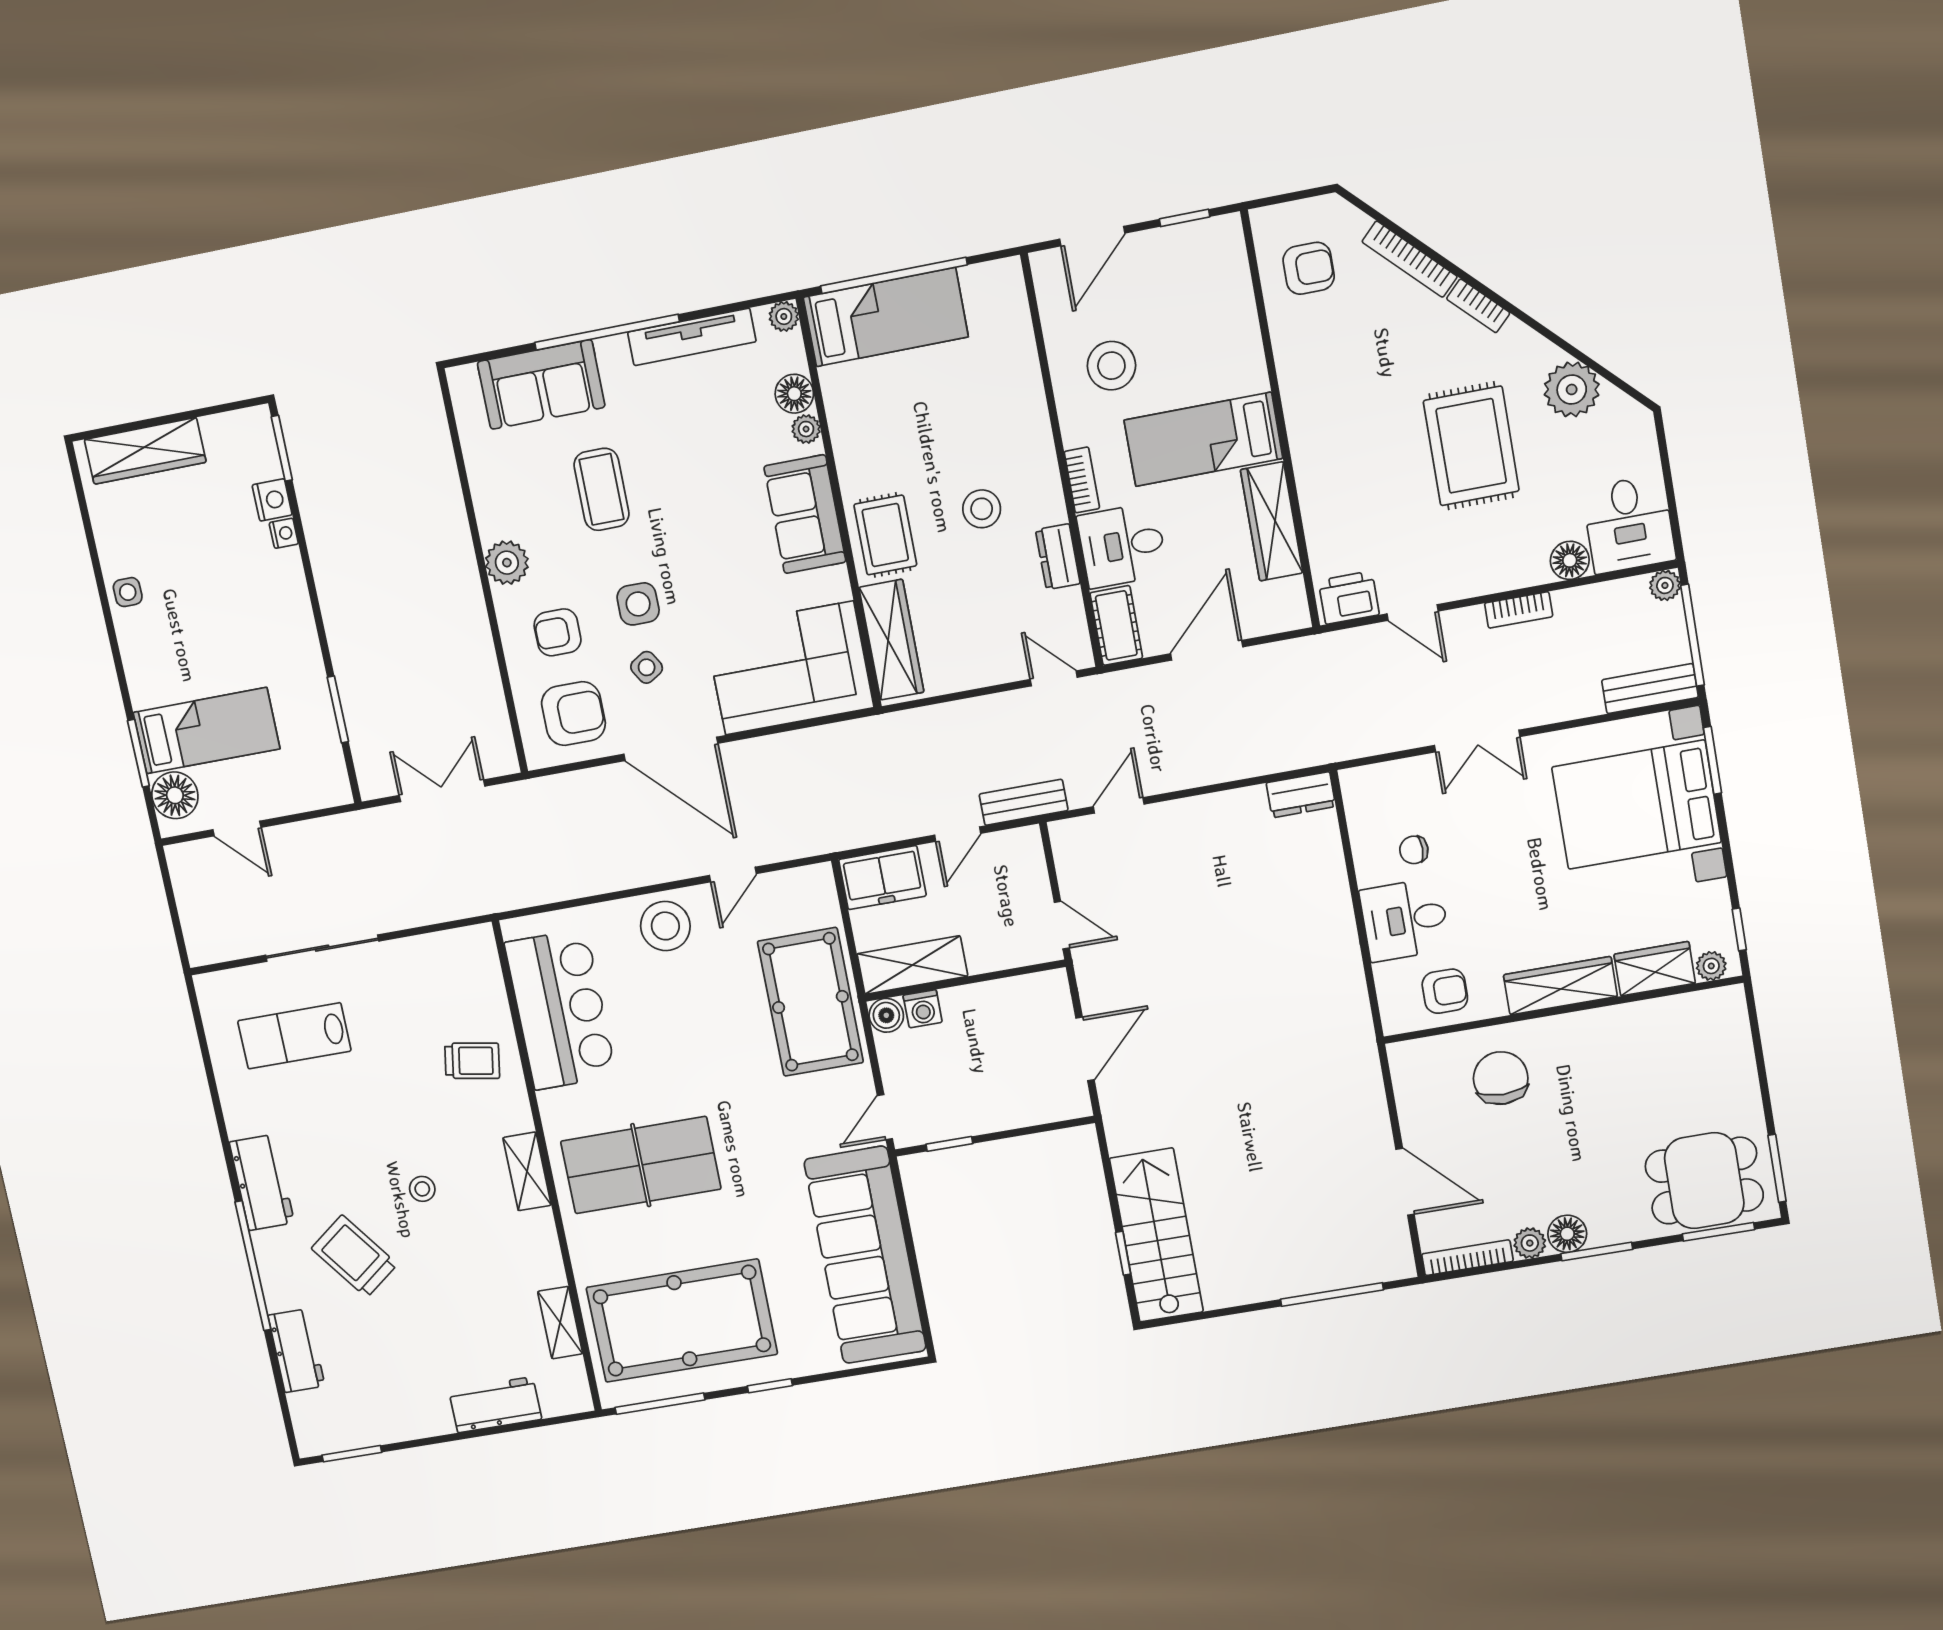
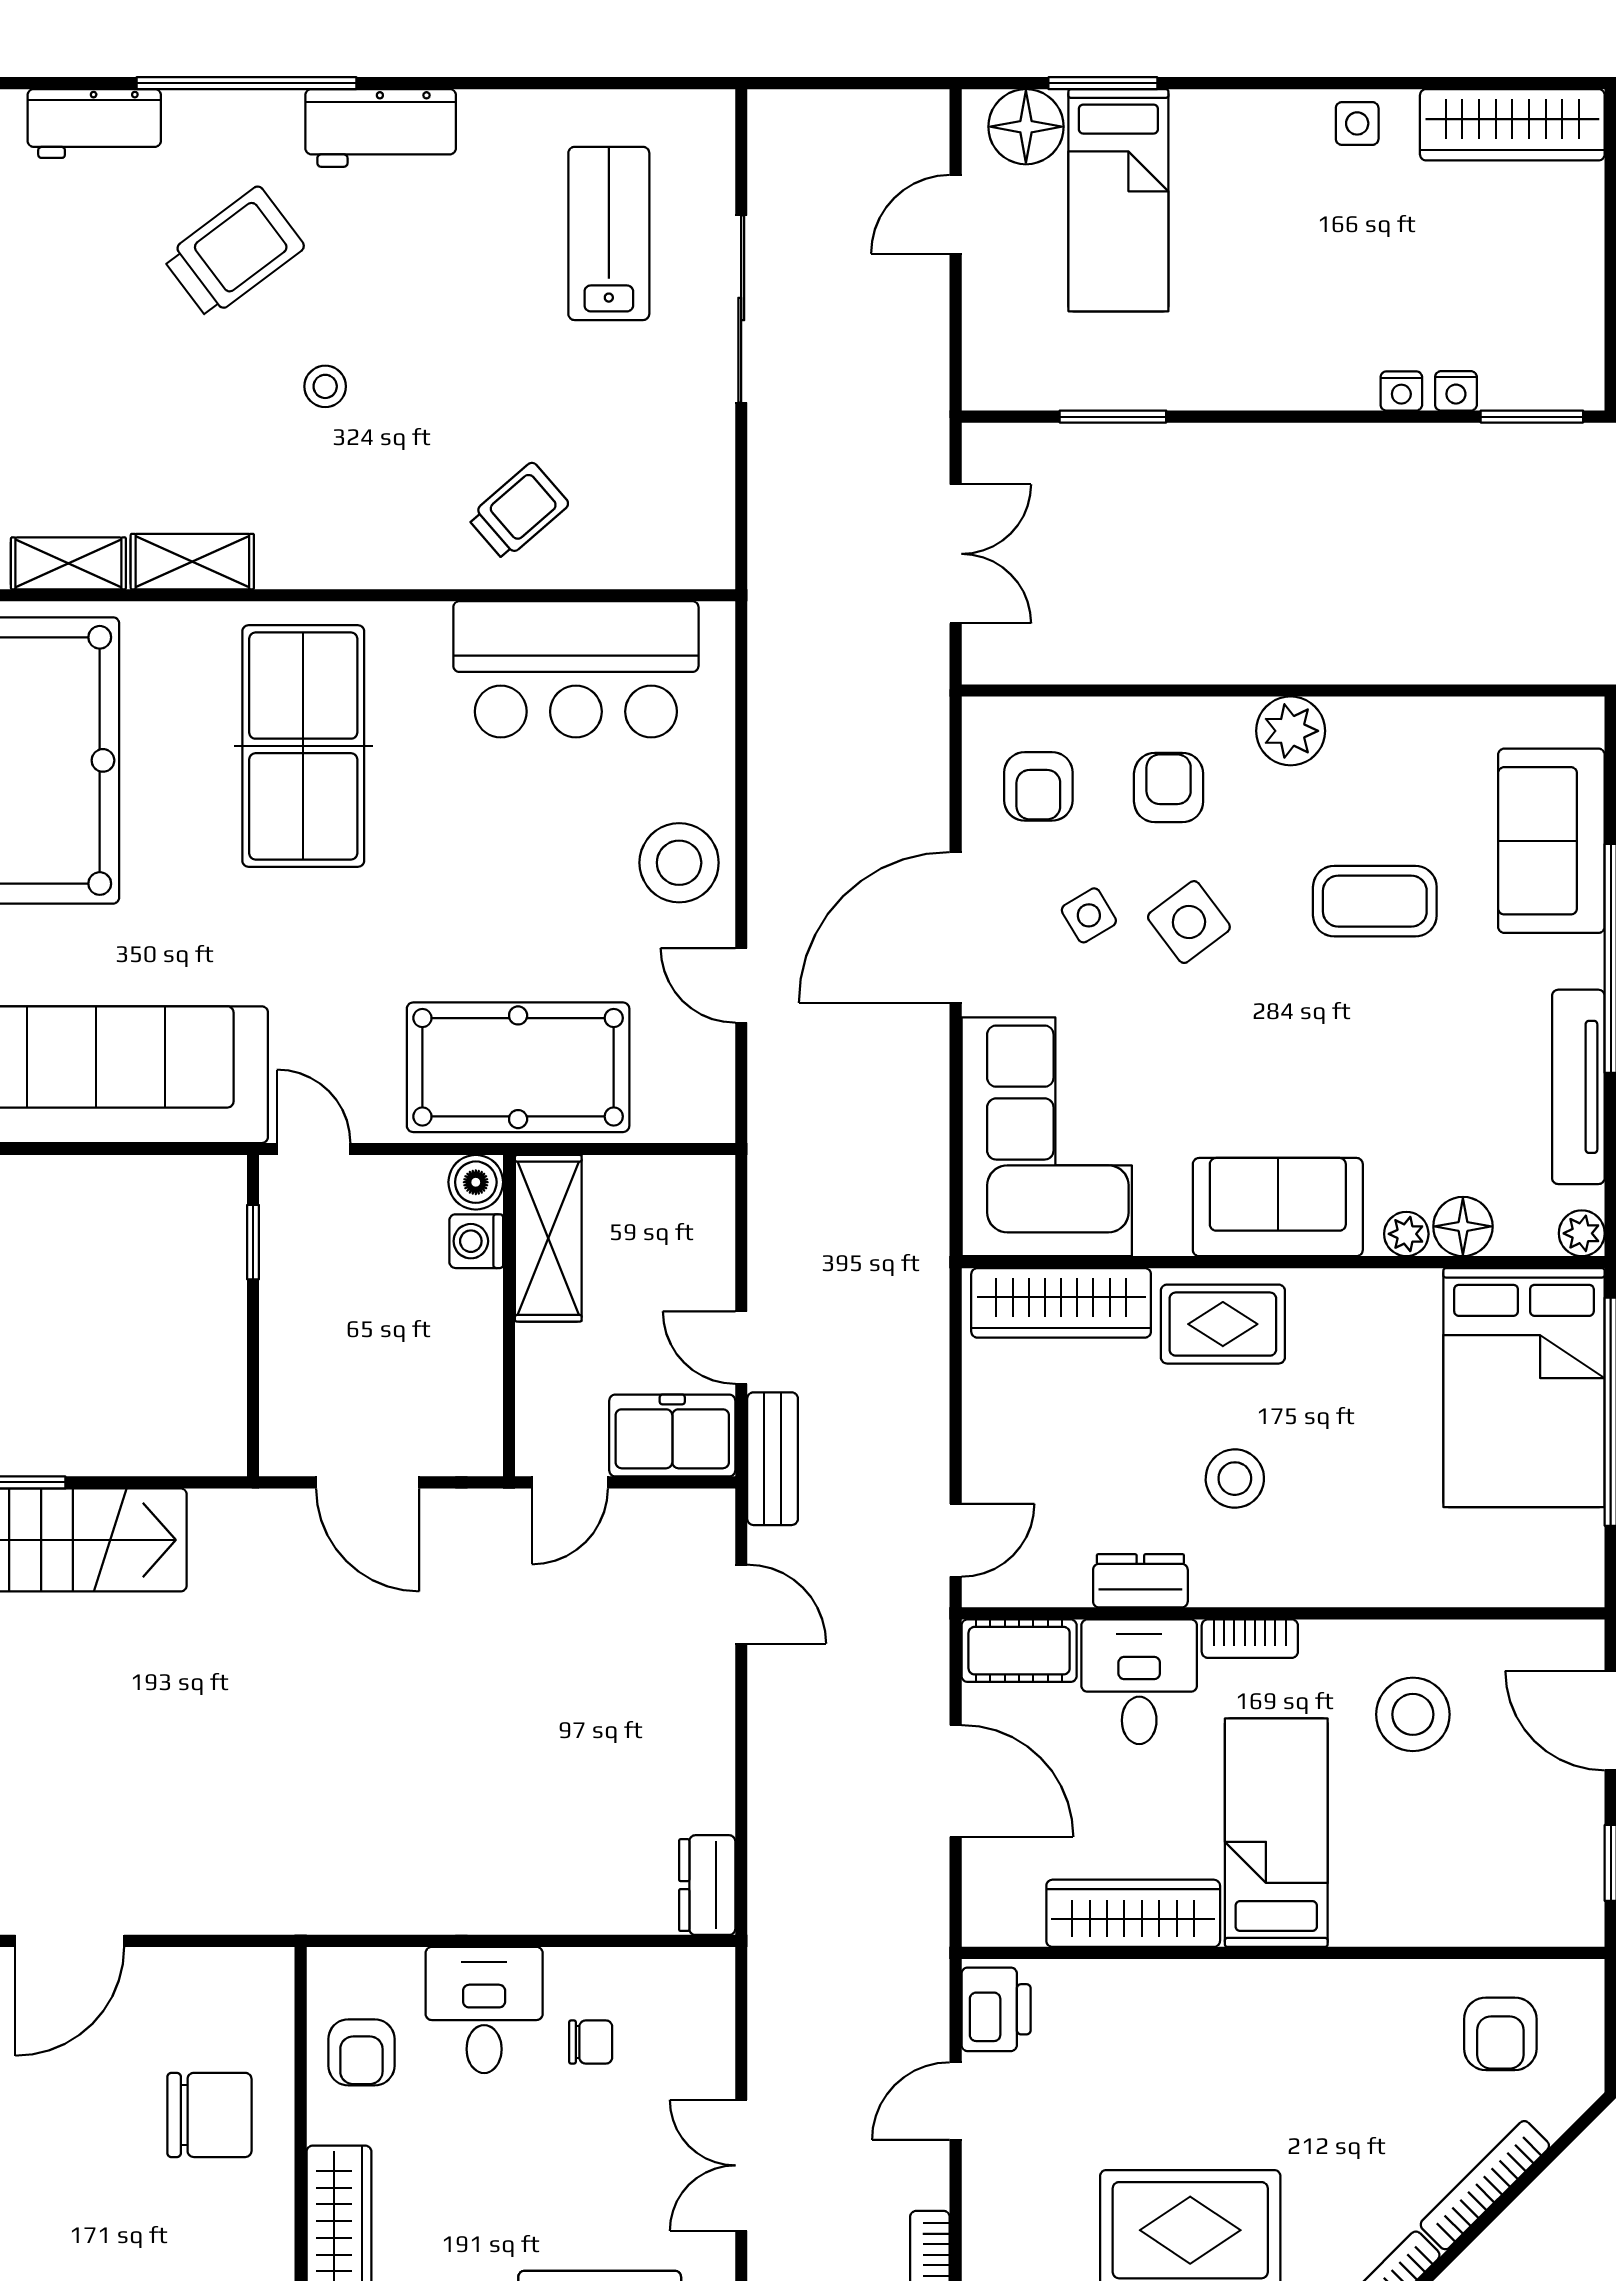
bed: (886, 317) -> (1524, 1388), width x1.50
wardrobe: (145, 451) -> (1512, 125), moved, turned -90
nightstand: (272, 500) -> (1456, 391), width x0.72, depth x0.74
side table: (638, 604) -> (1189, 922), turned -37
armchair: (573, 714) -> (1038, 786), width x0.72, depth x0.72
chair: (1414, 850) -> (591, 2042), turned 90
freezer: (882, 878) -> (672, 1436), moved, turned 90
trolley: (472, 1061) -> (519, 511), turned -141
shelving: (527, 1171) -> (192, 562), moved

